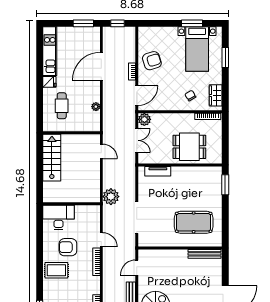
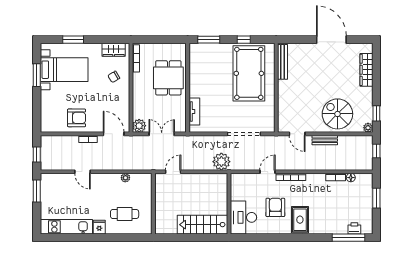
armchair: (152, 61) -> (77, 118), turned 107
door: (101, 66) -> (83, 172), width x0.53
stairs: (52, 158) -> (202, 225), moved
window: (225, 218) -> (244, 40), added
pool table: (194, 222) -> (249, 73), width x1.36, depth x1.32
armchair: (68, 247) -> (275, 207), turned 180

